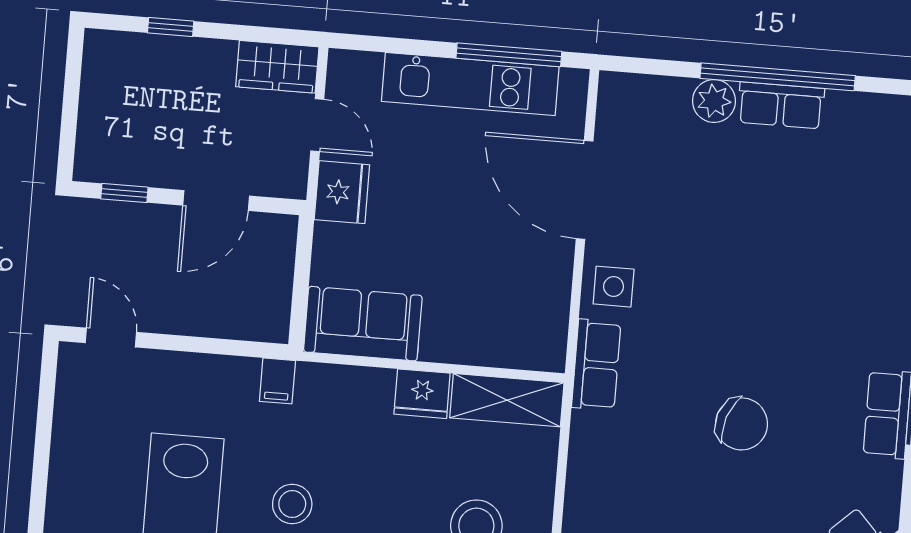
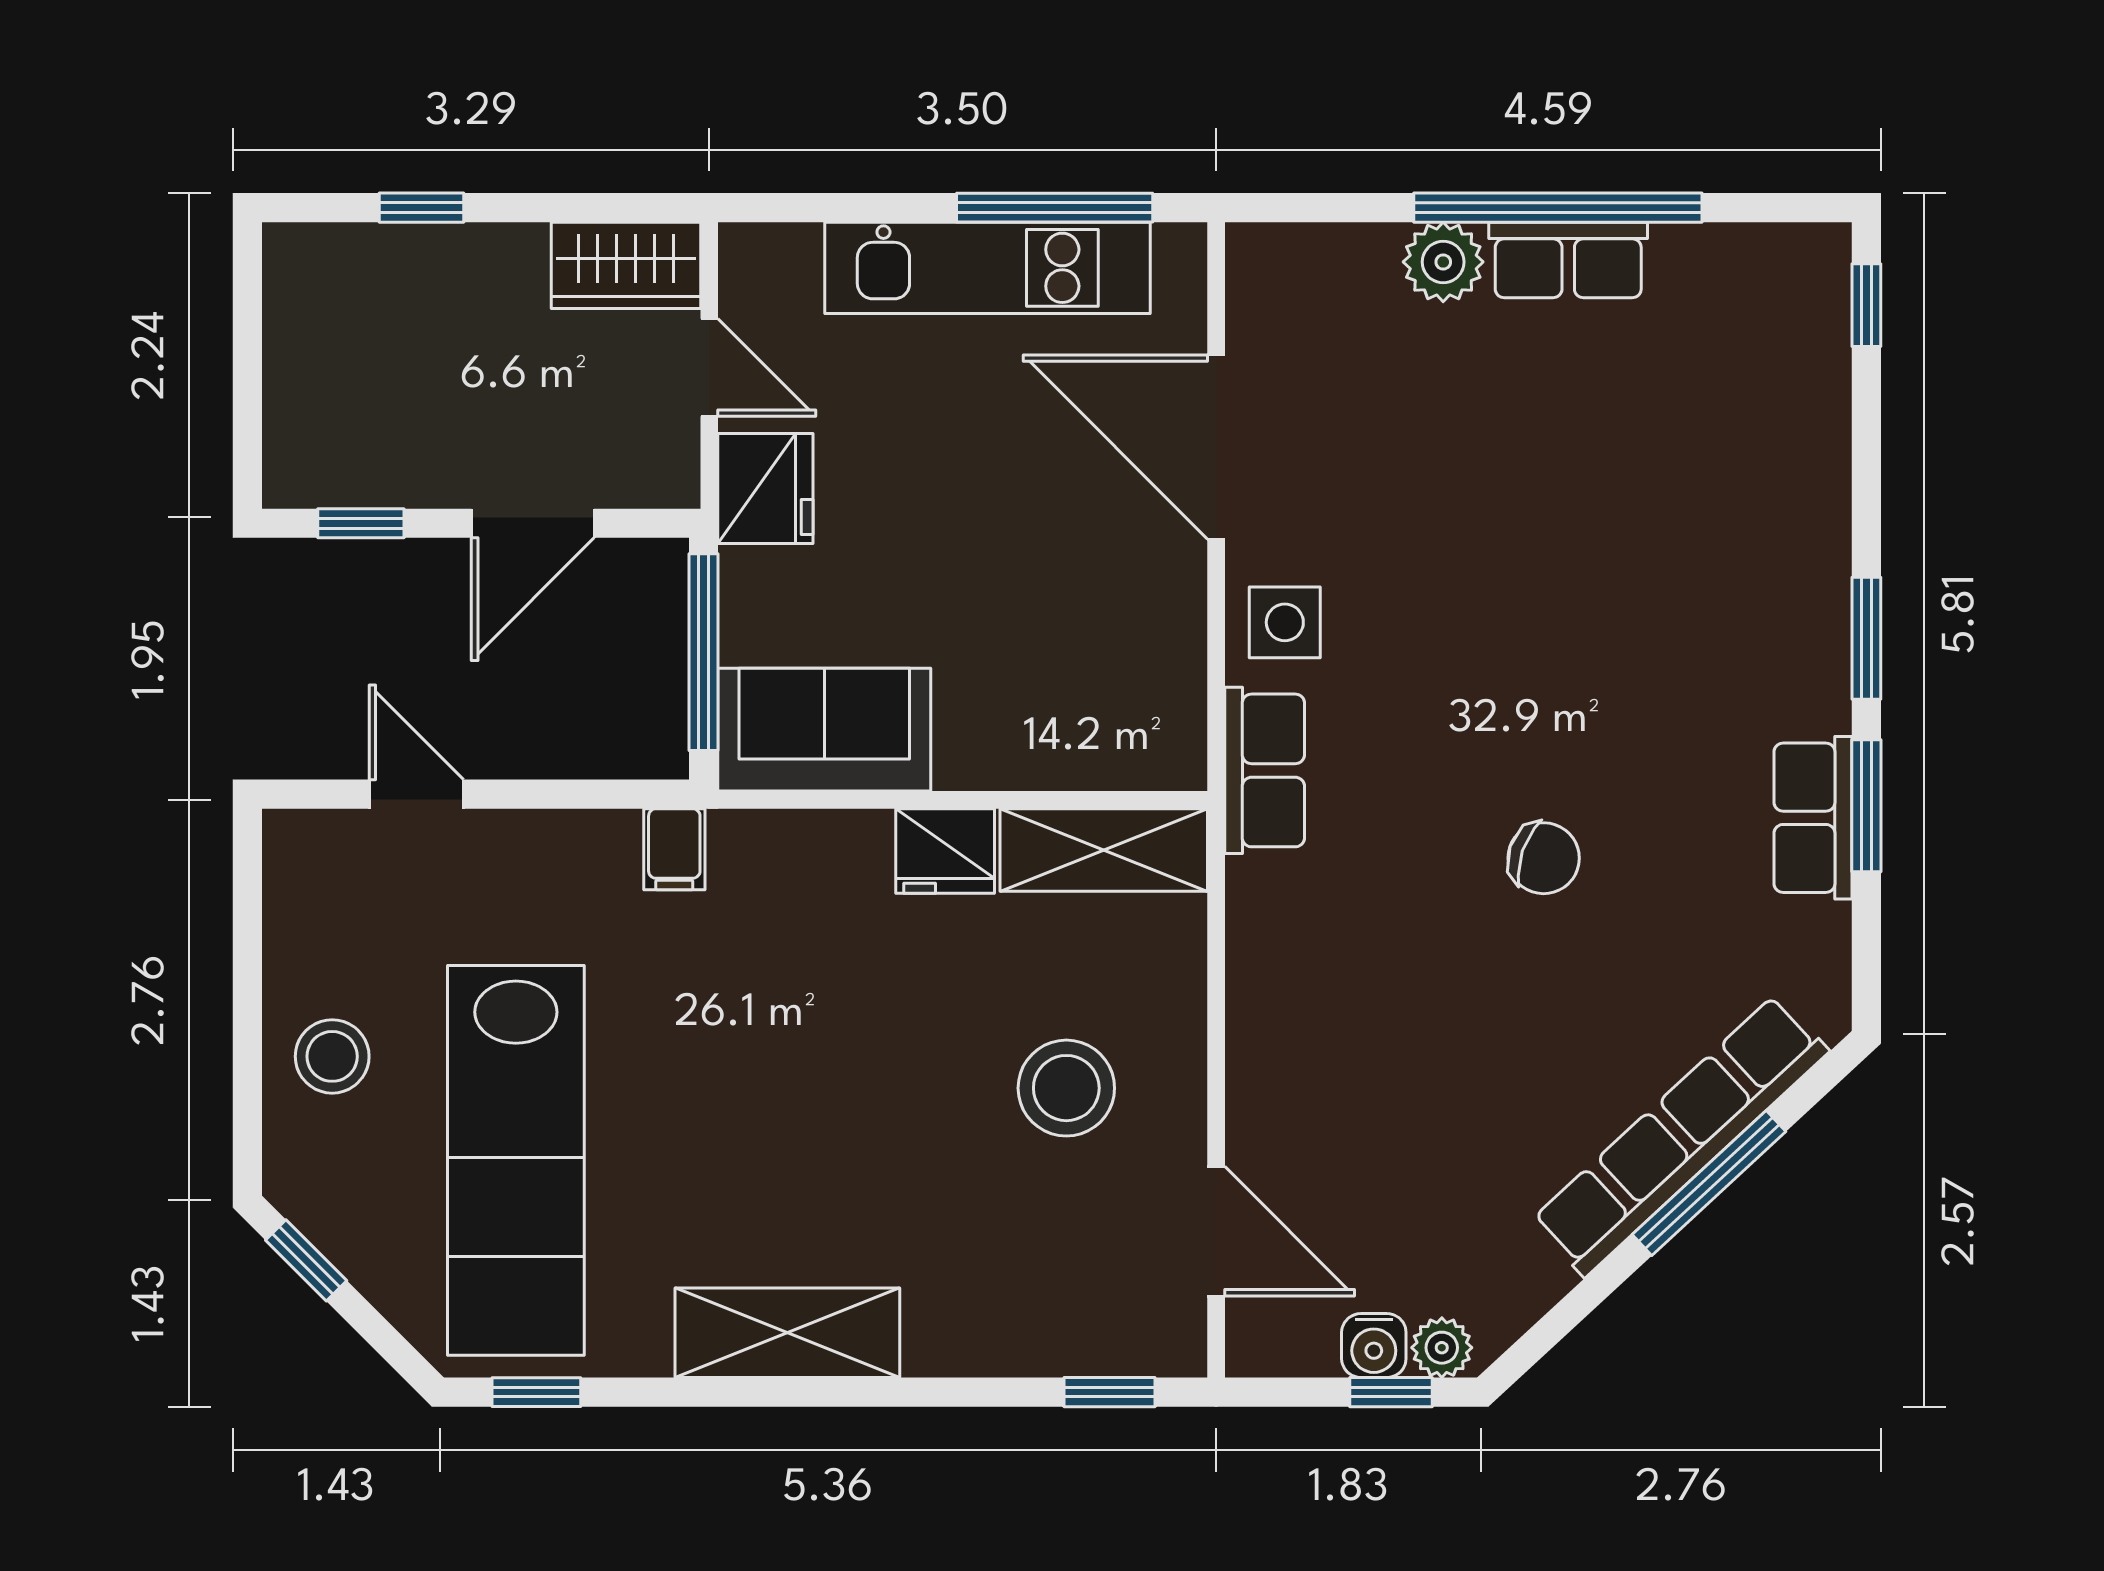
window: (302, 277) -> (703, 652), added
door: (111, 338) -> (416, 794), moved
chair: (741, 424) -> (1544, 858), width x0.73, depth x0.73
stool: (292, 504) -> (332, 1056), moved

